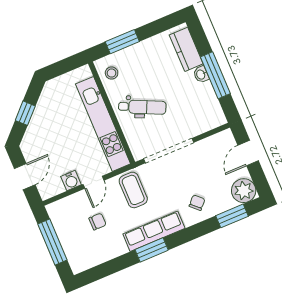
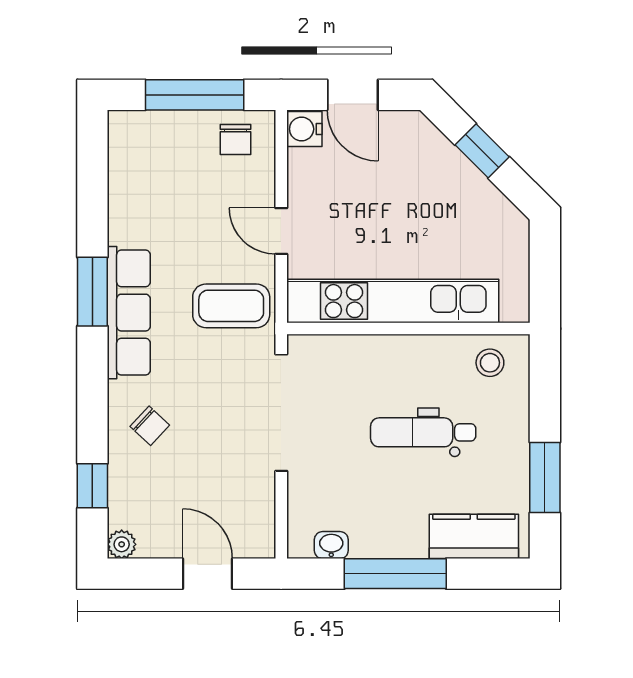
window: (122, 42) -> (545, 477), moved
washbasin: (201, 74) -> (331, 545), moved
dental chair: (142, 107) -> (423, 432), moved, turned 65
water cooler: (71, 181) -> (304, 129), moved
plant: (244, 191) -> (122, 544), width x0.53, depth x0.53
window: (232, 216) -> (92, 486), width x0.67
chair: (98, 222) -> (236, 140), moved

